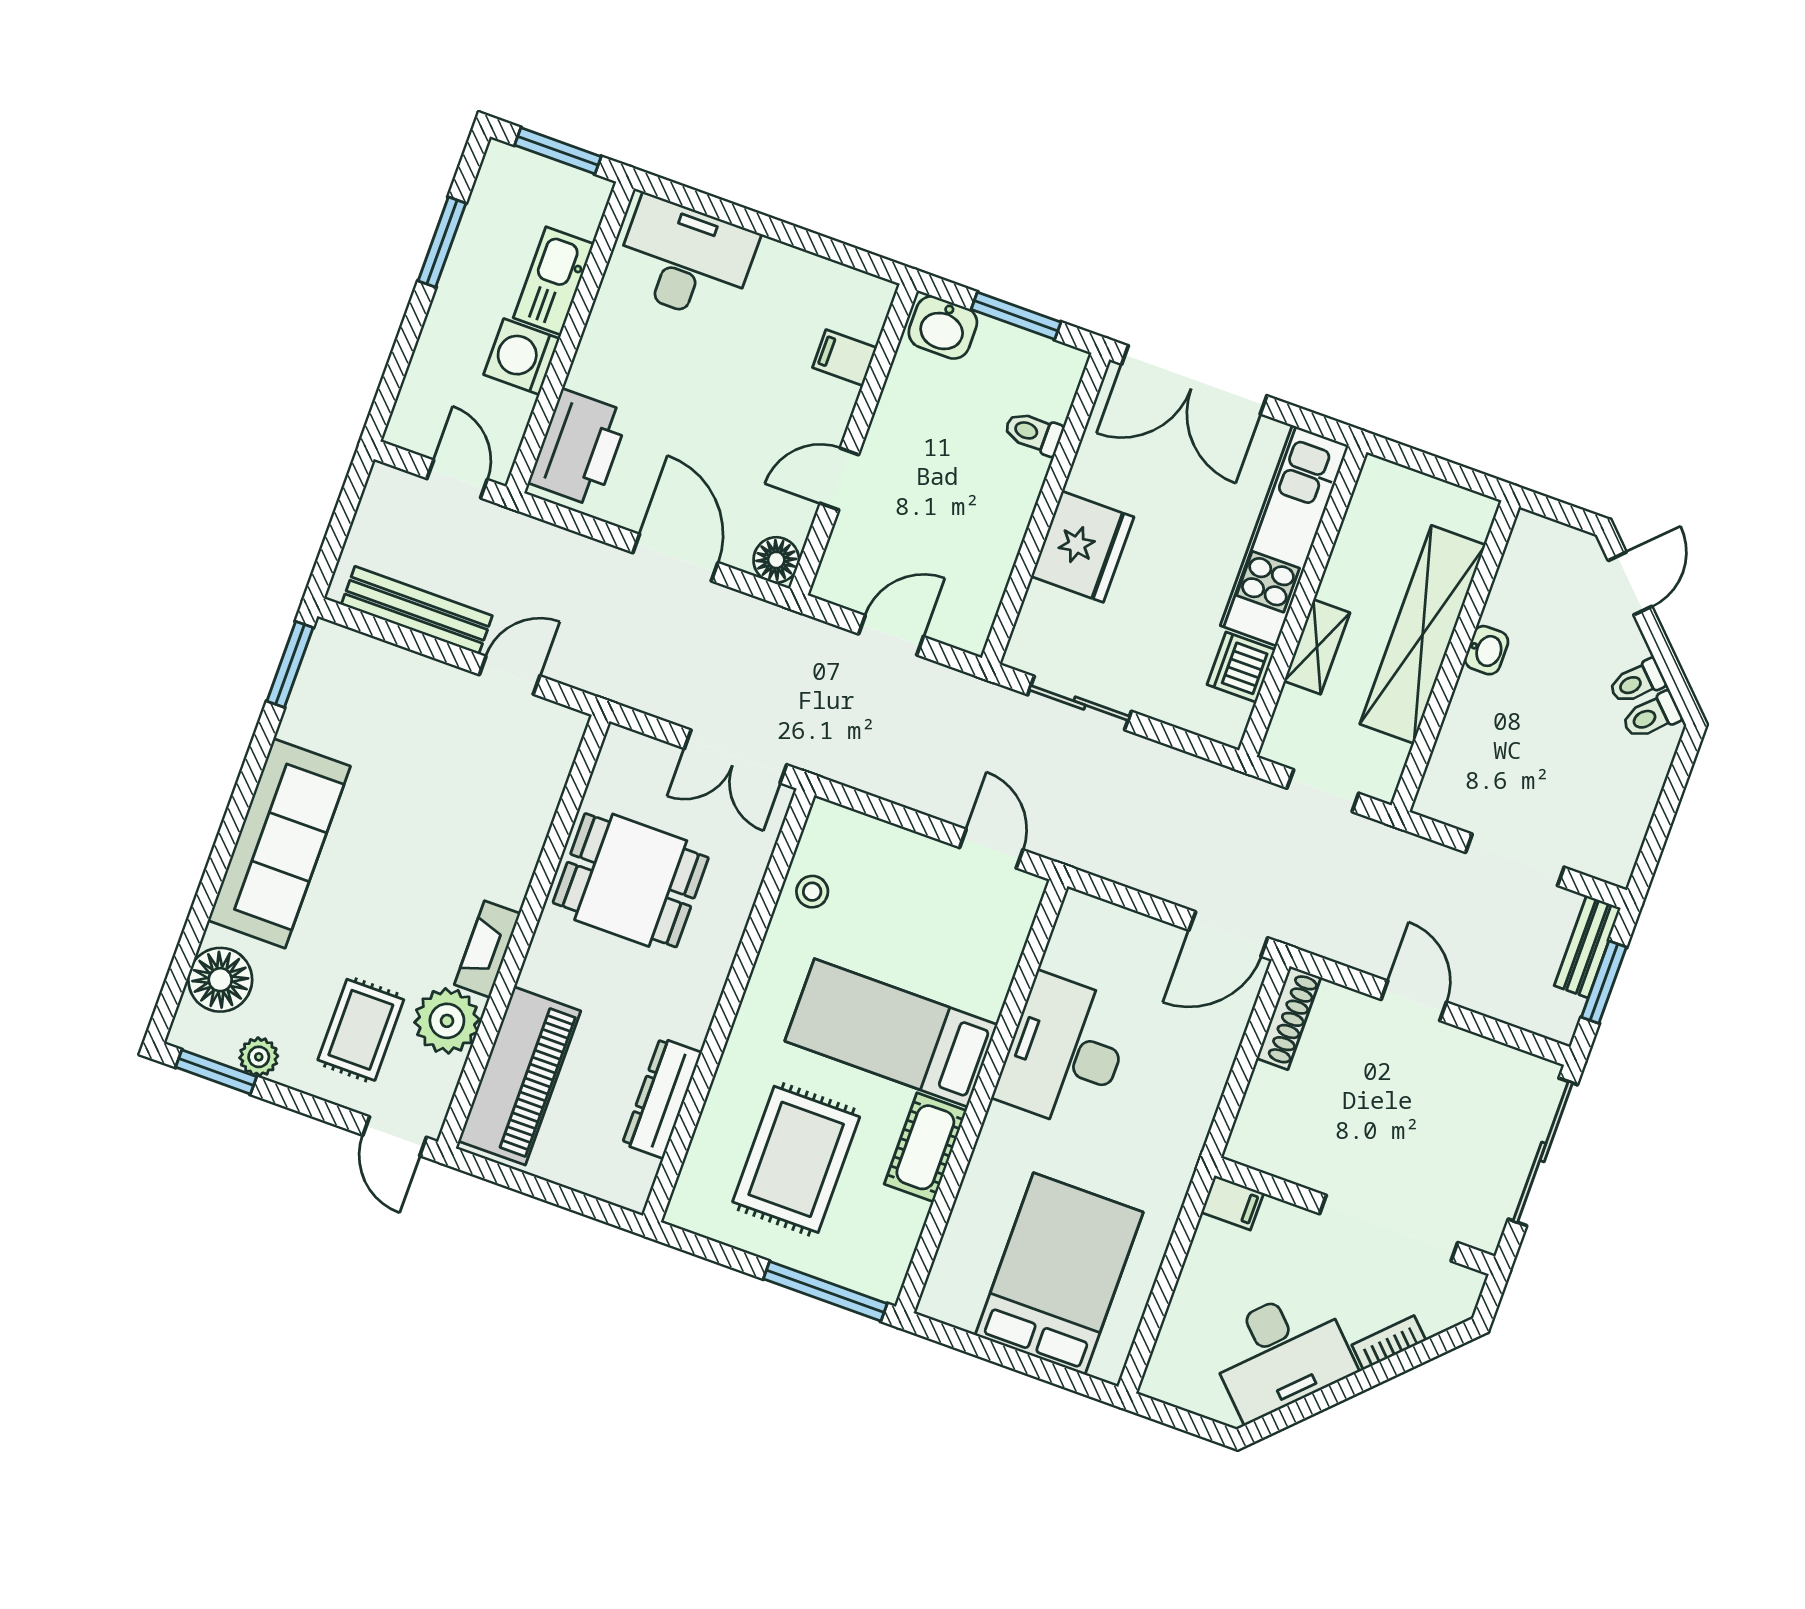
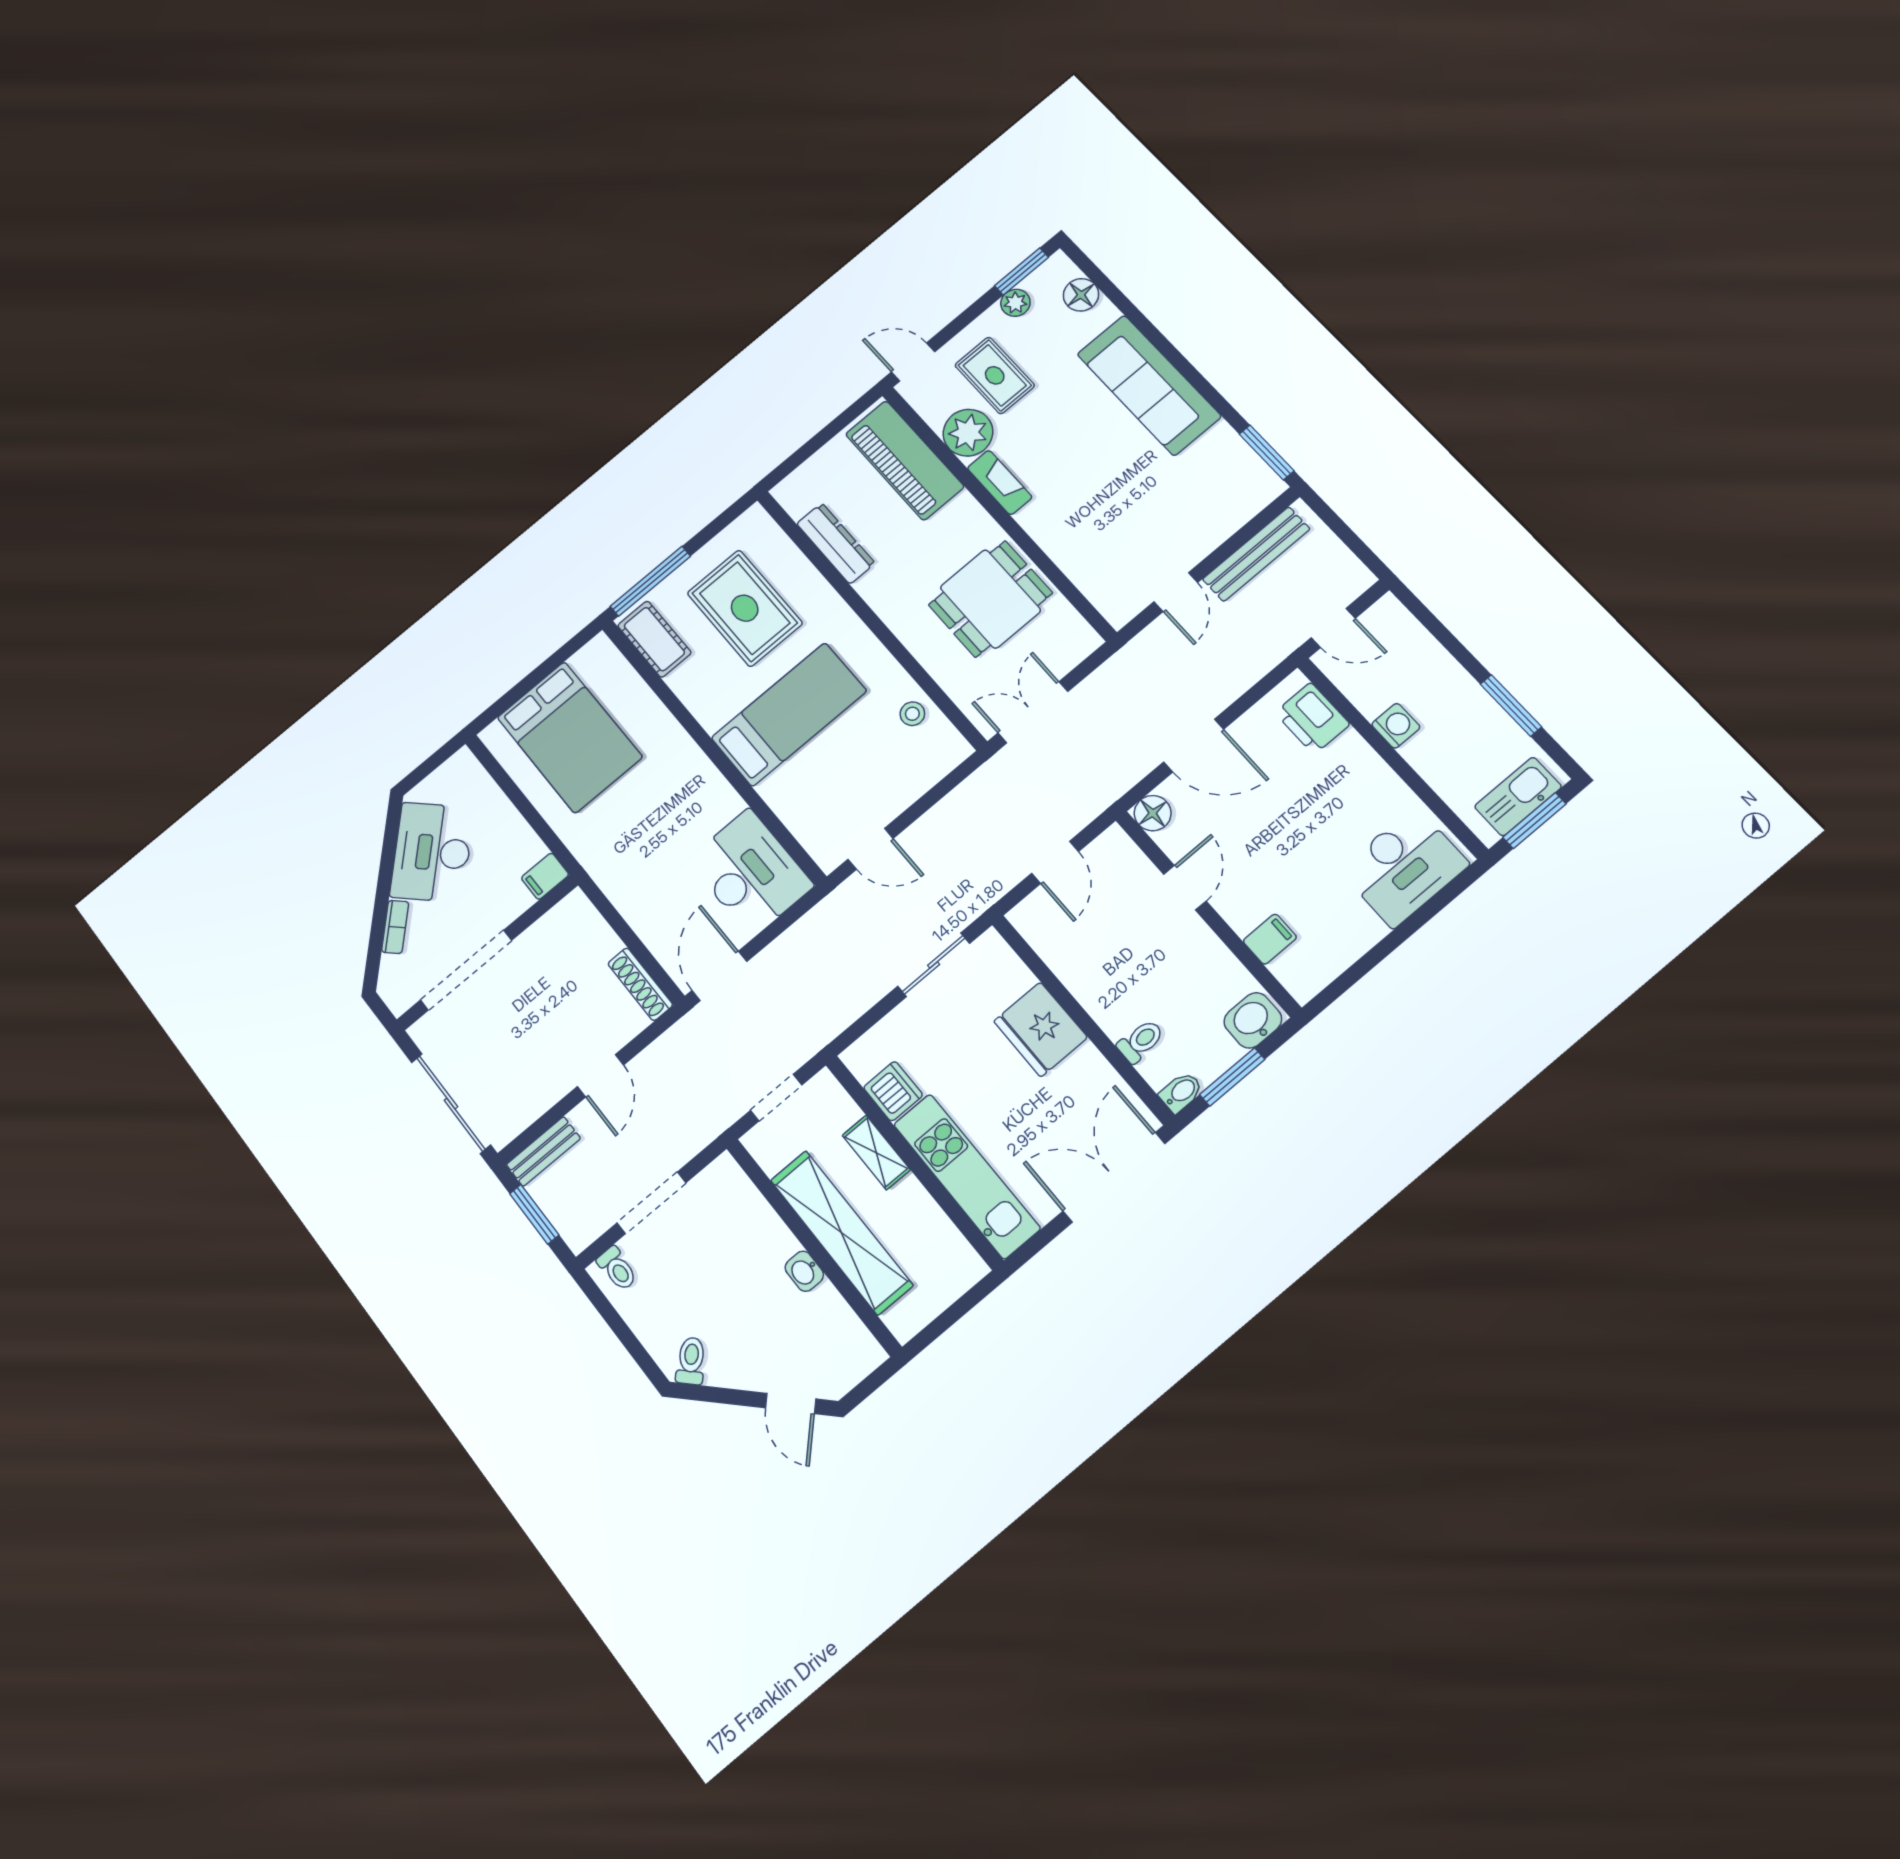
kitchen sink: (554, 281) -> (1518, 797), moved, turned -90
washing machine: (522, 357) -> (1396, 726), width x0.73, depth x0.73
bidet: (1063, 360) -> (1181, 1092), added
printer: (579, 448) -> (1312, 718), width x0.73, depth x0.84
toilet: (1637, 682) -> (617, 1269), moved, turned 135
bench: (1587, 947) -> (543, 1151), moved, turned 90
floor lamp: (220, 980) -> (1081, 295), width x0.73, depth x0.73
door: (1414, 1001) -> (601, 1076), hinge flipped
desk: (1065, 1052) -> (750, 873), moved
cot: (925, 1147) -> (654, 639), moved

